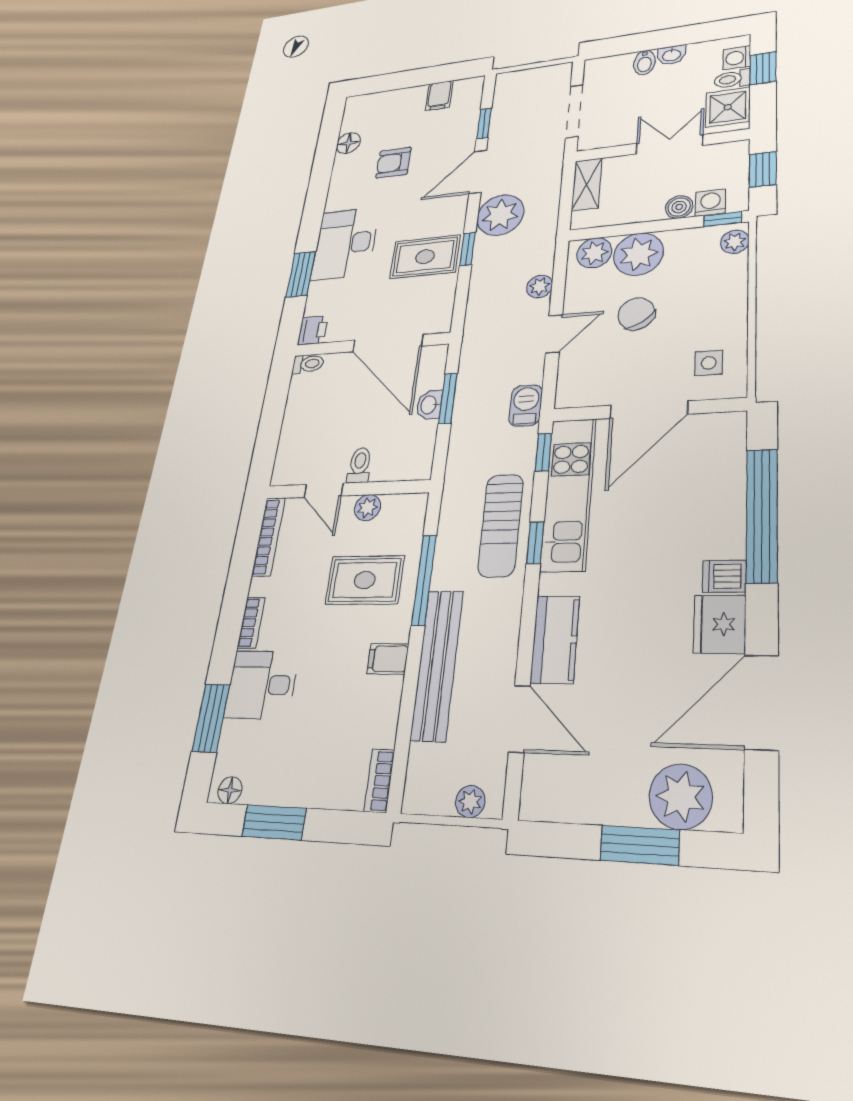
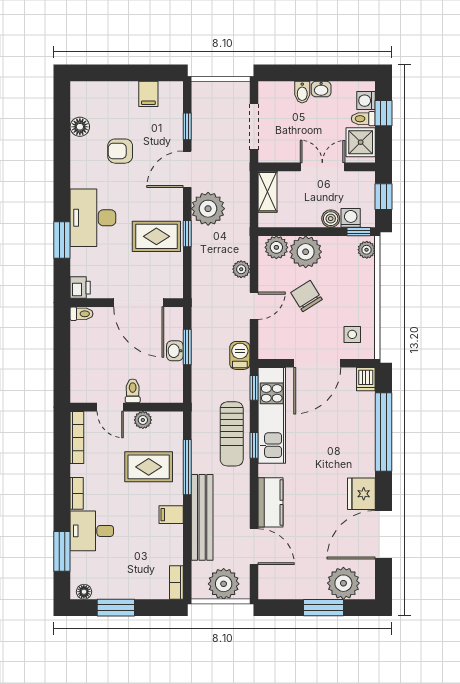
dishwasher: (724, 576) -> (366, 379), moved, turned -90
plant: (470, 802) -> (224, 584), width x1.88, depth x1.88

